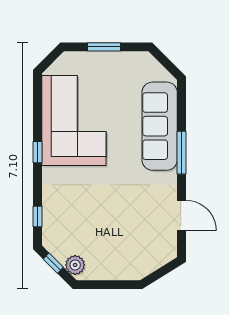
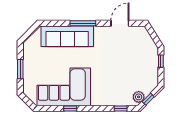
window: (37, 152) -> (70, 109), moved
plant: (75, 265) -> (139, 97), moved
window: (118, 285) -> (161, 61), added

